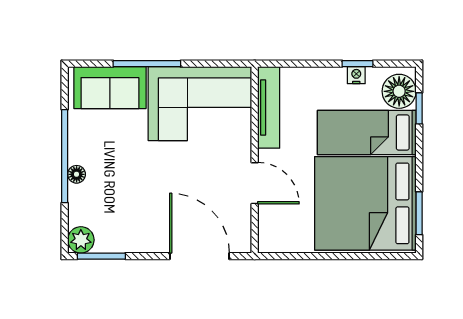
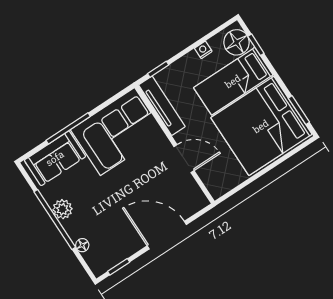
window: (357, 64) -> (158, 69), moved
floor lamp: (77, 174) -> (82, 245), moved
plant: (81, 240) -> (62, 209), moved
window: (101, 256) -> (119, 267), width x0.67
door: (200, 256) -> (167, 235), moved

